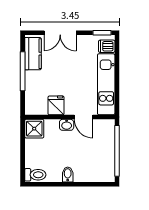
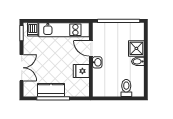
kitchen counter: (33, 54) -> (51, 90), moved
door: (84, 117) -> (91, 48), swing flipped
shower: (34, 129) -> (136, 48), moved
toilet: (35, 175) -> (126, 88), moved

